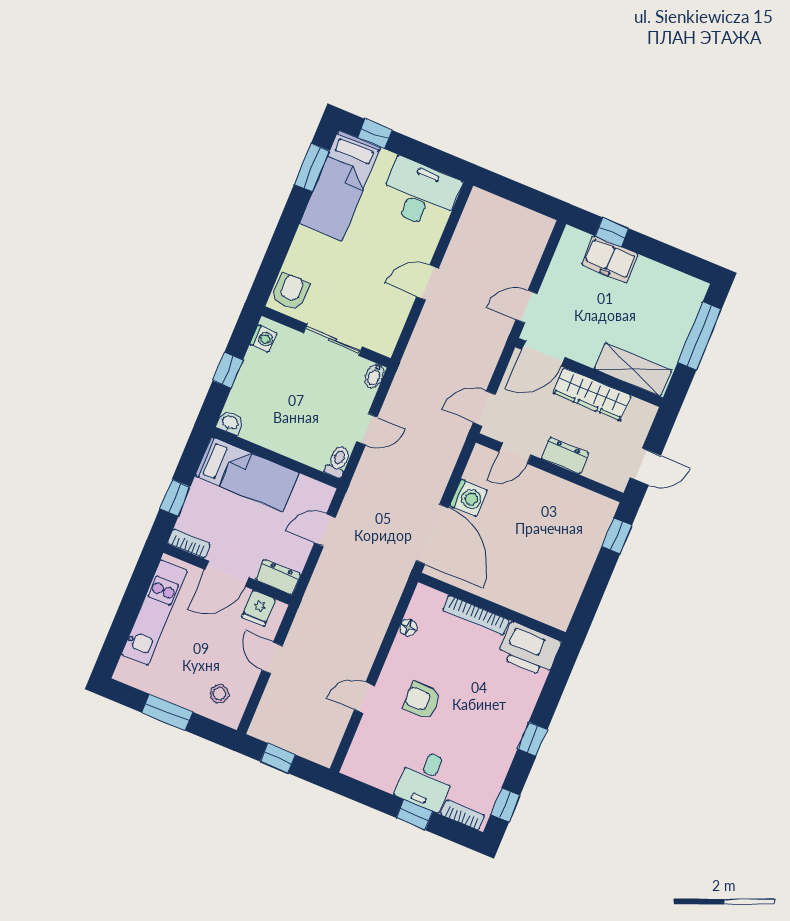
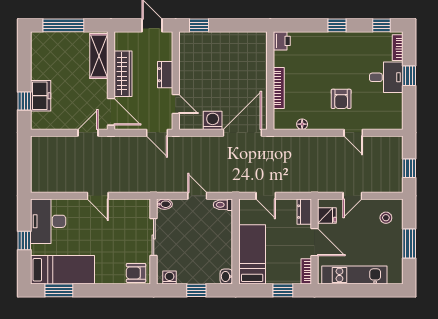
window: (375, 134) -> (24, 240), moved
door: (526, 307) -> (88, 133), swing flipped
printer: (529, 649) -> (282, 41), width x0.53, depth x0.68

